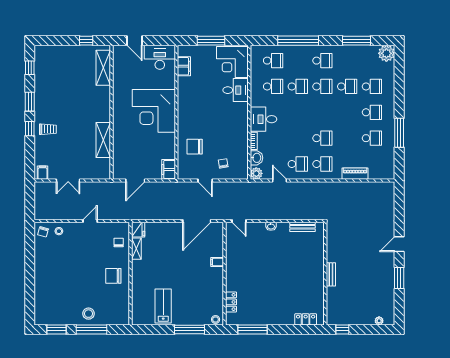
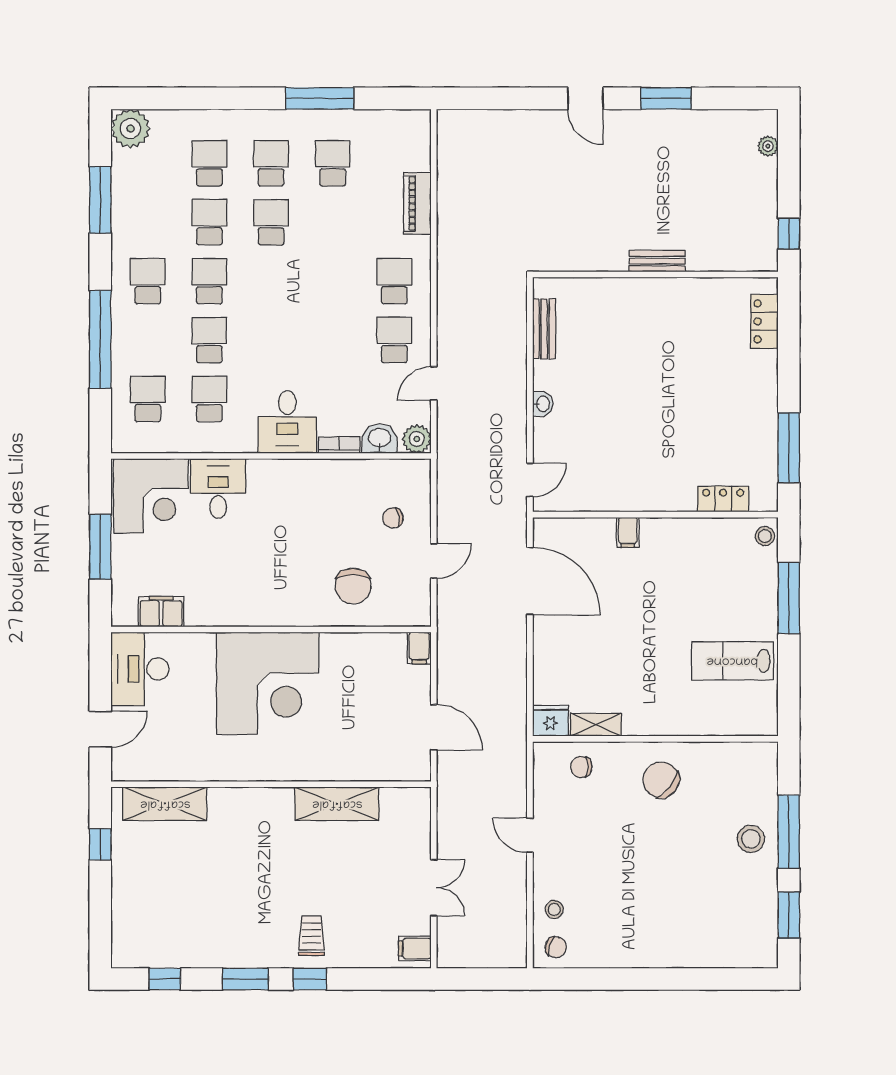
school desk: (322, 138) -> (271, 222), moved
filing cabinet: (169, 169) -> (419, 648), width x0.50
chair: (113, 276) -> (661, 780), turned 128

